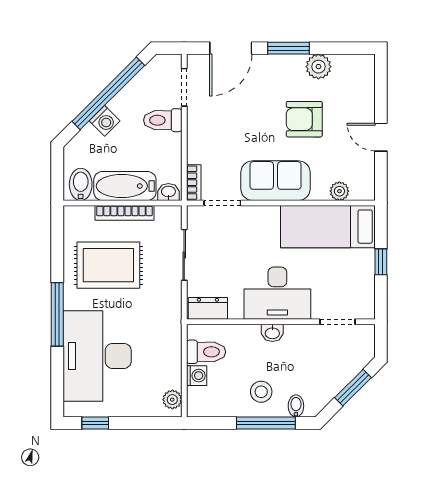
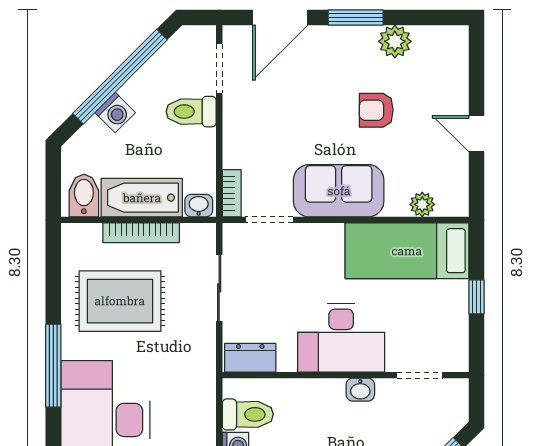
armchair: (304, 119) -> (376, 110), width x0.72, depth x0.72
washbasin: (272, 333) -> (360, 390), moved

